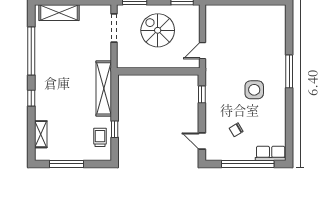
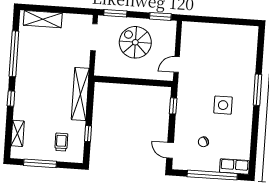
trolley: (100, 137) -> (61, 142), moved

